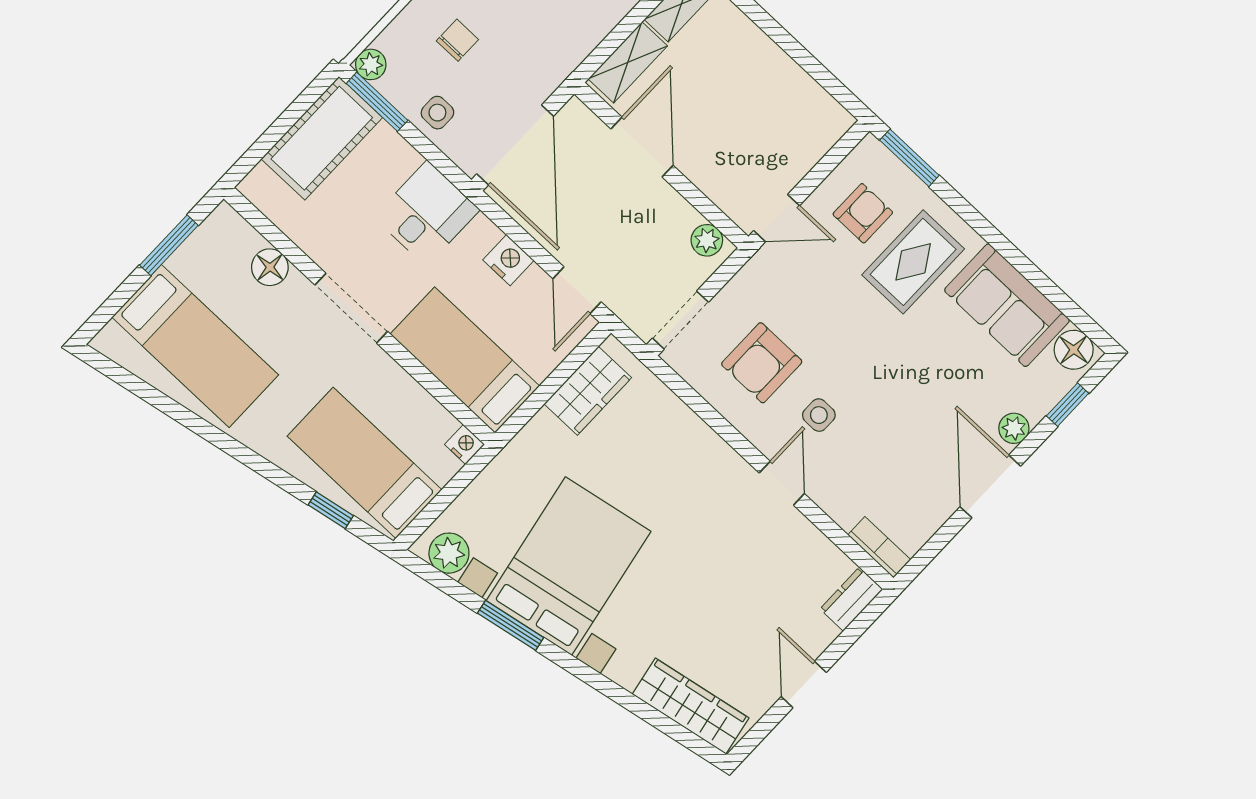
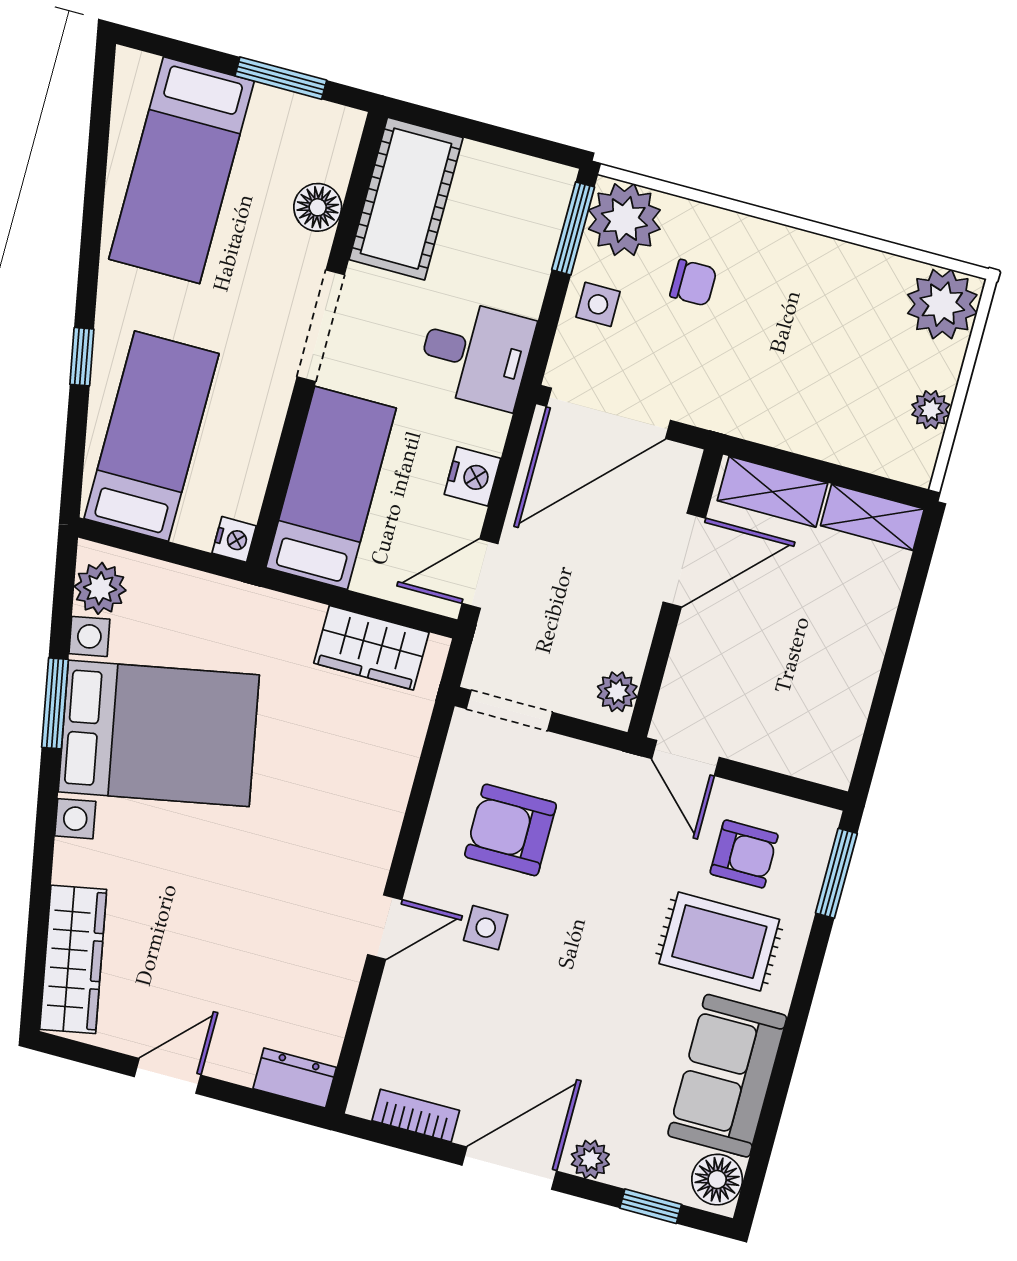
plant: (371, 64) -> (624, 220), width x1.87, depth x1.87
cot: (322, 138) -> (406, 199), moved, turned 90
window: (331, 510) -> (82, 357), moved
bookcase: (879, 547) -> (416, 1116), moved, turned -90

